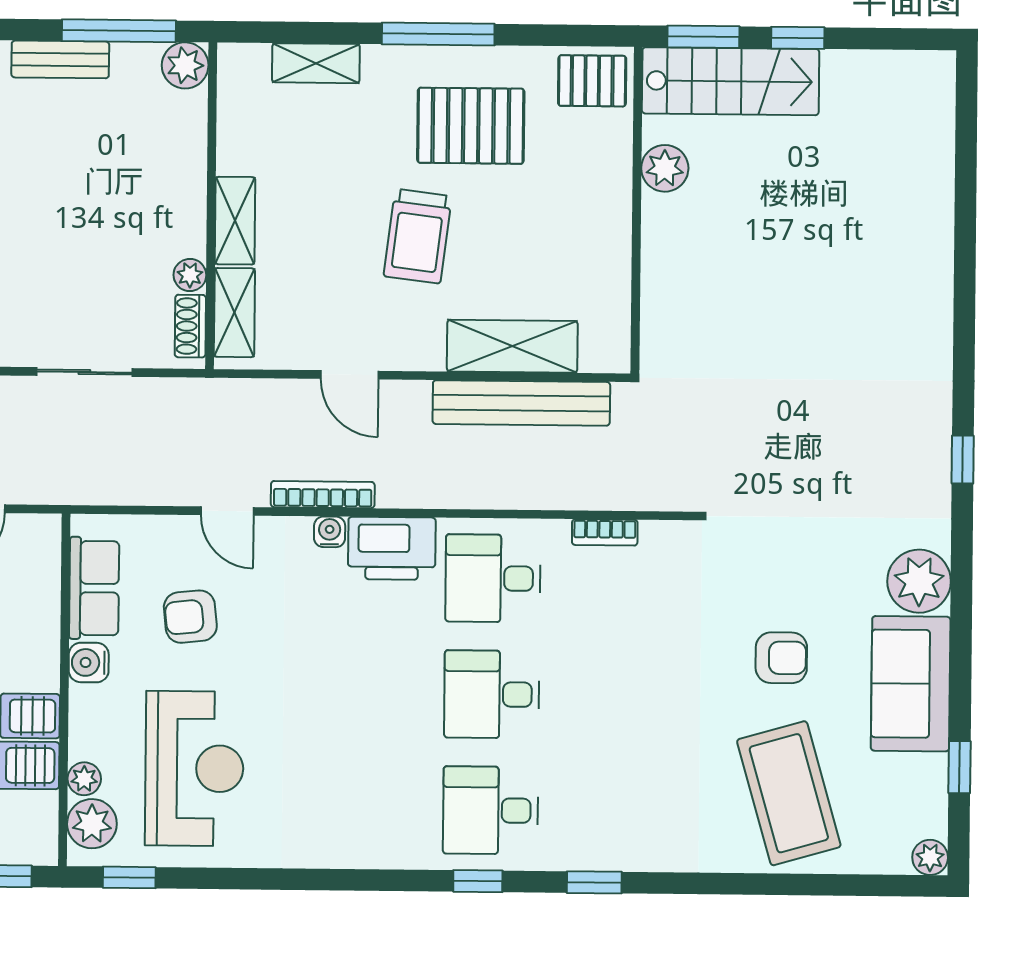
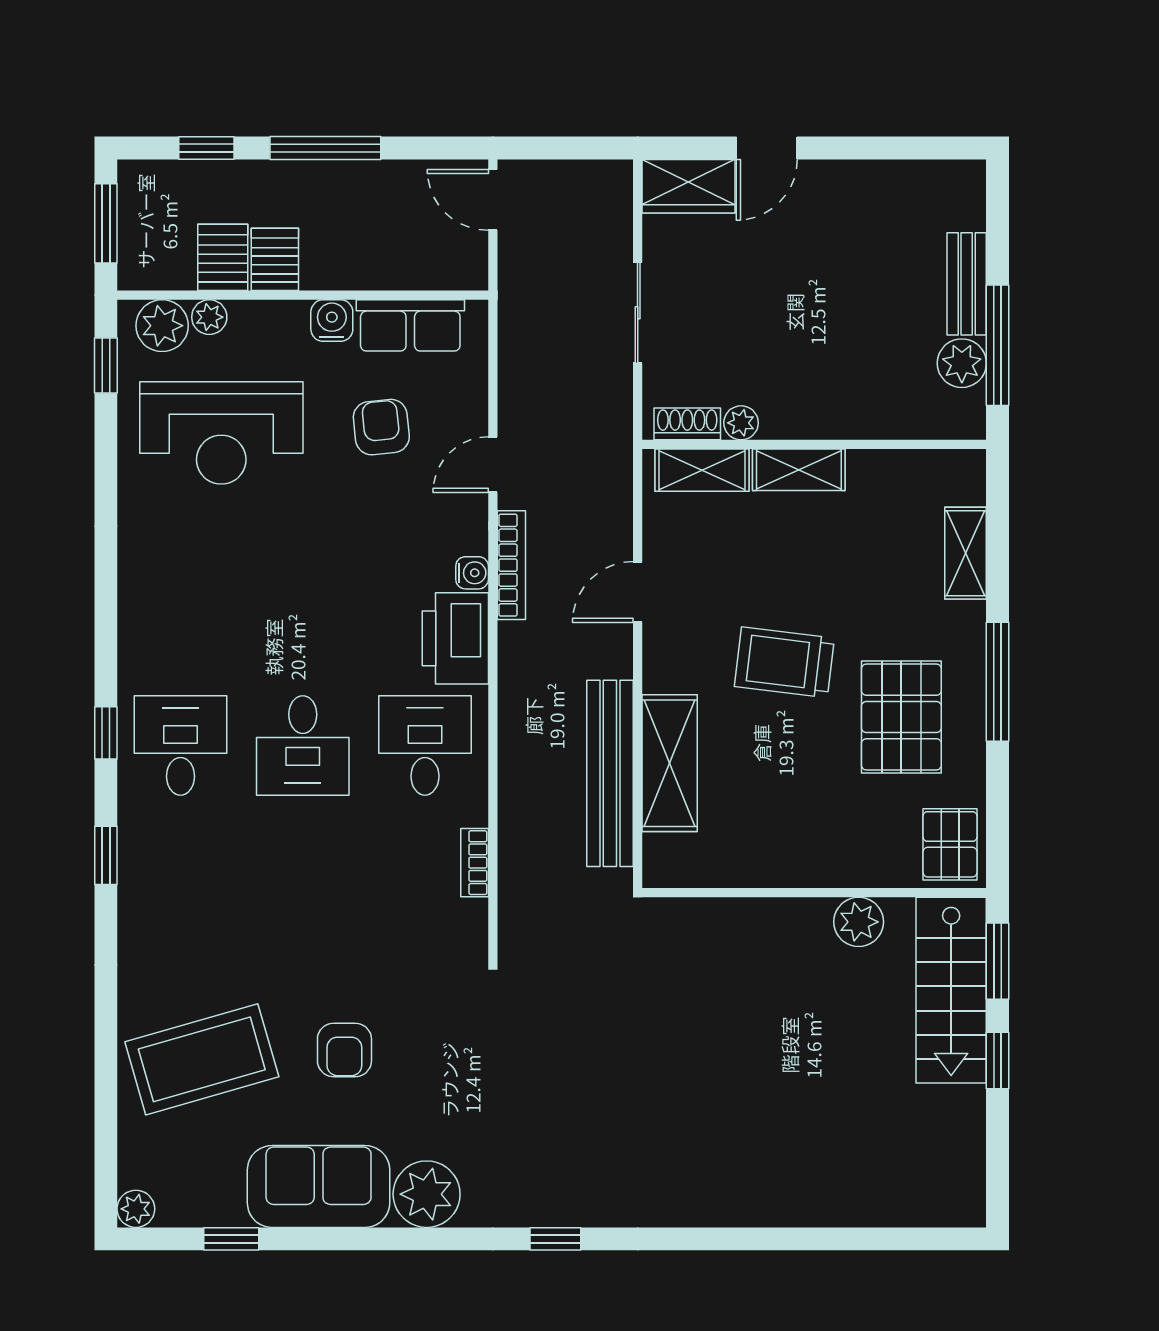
plant: (185, 65) -> (962, 363), moved
desk: (492, 694) -> (303, 745), turned 180

